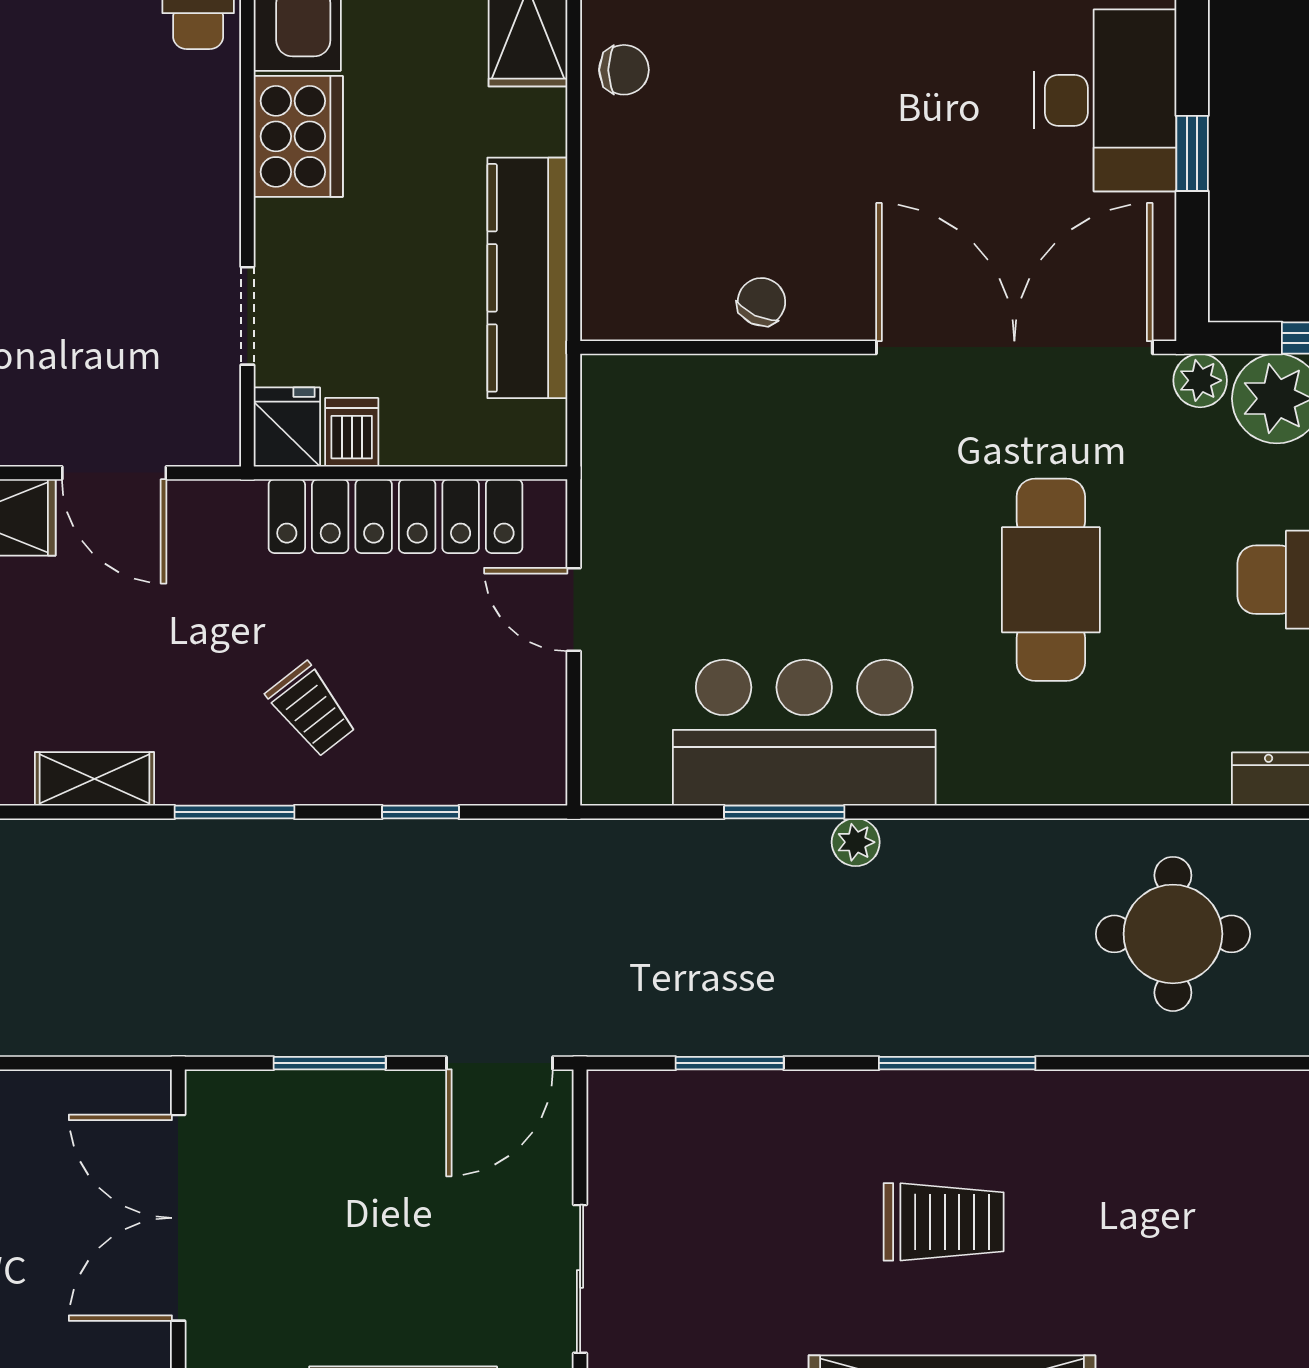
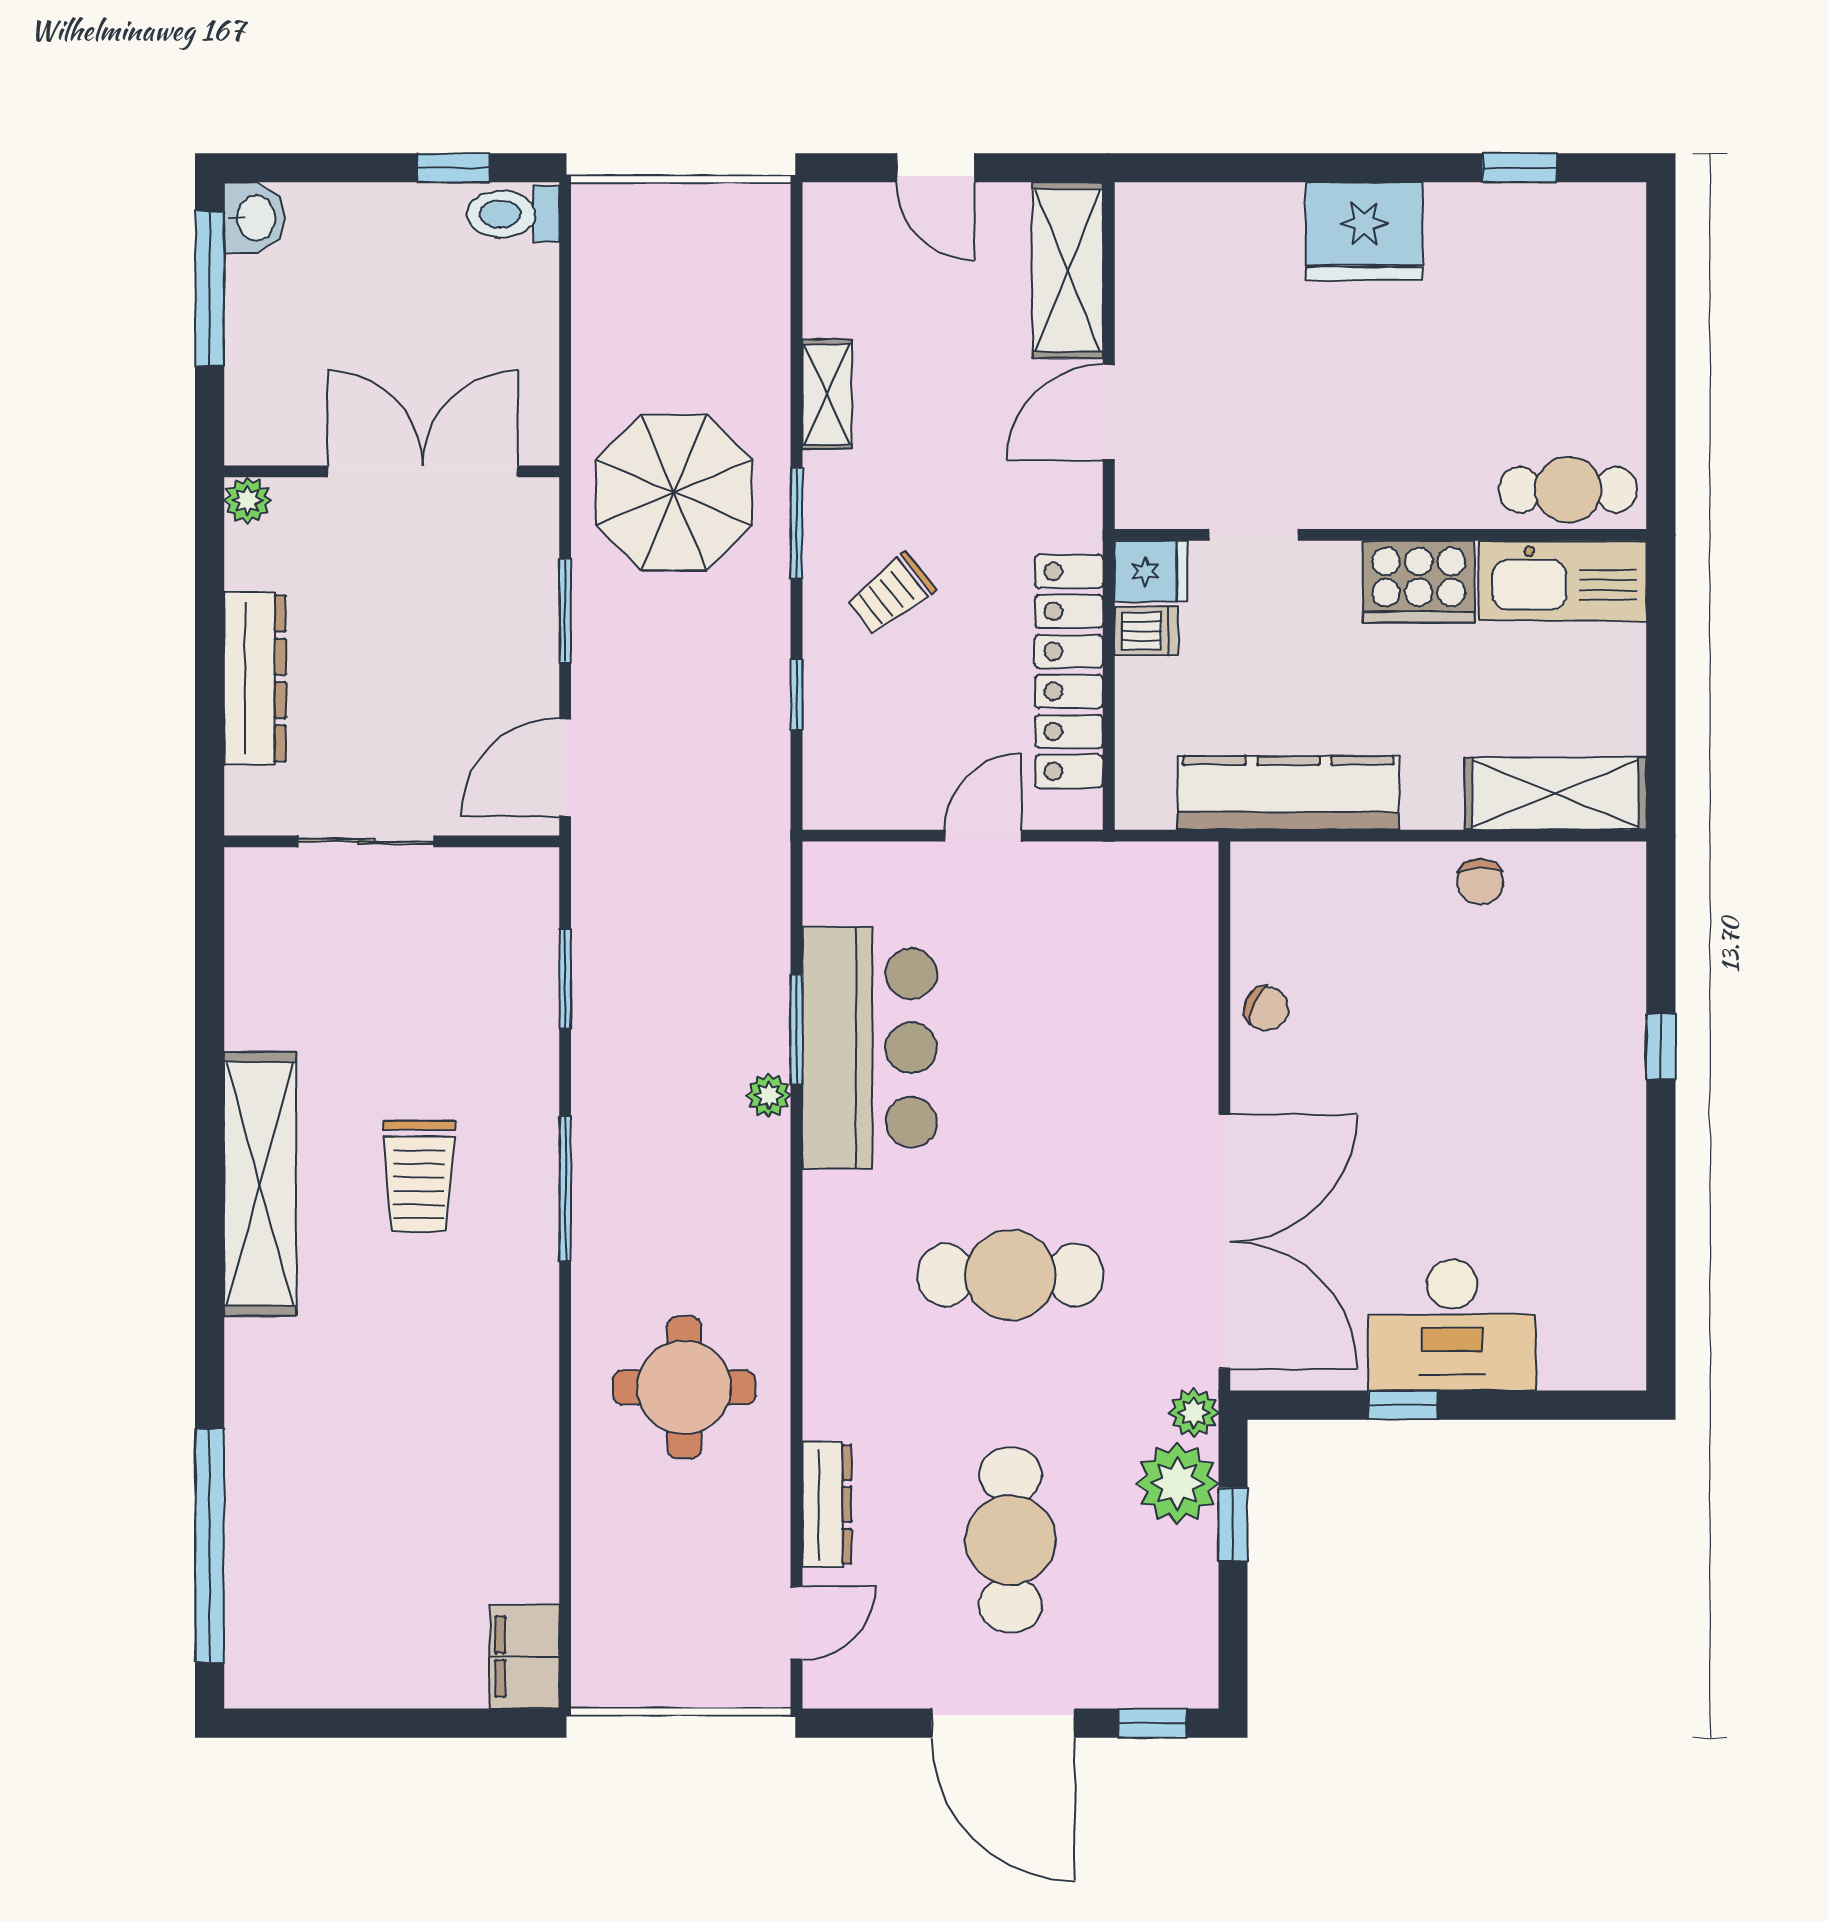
parasol: (201, 945) -> (674, 493), added
door: (500, 1063) -> (565, 767), hinge flipped

